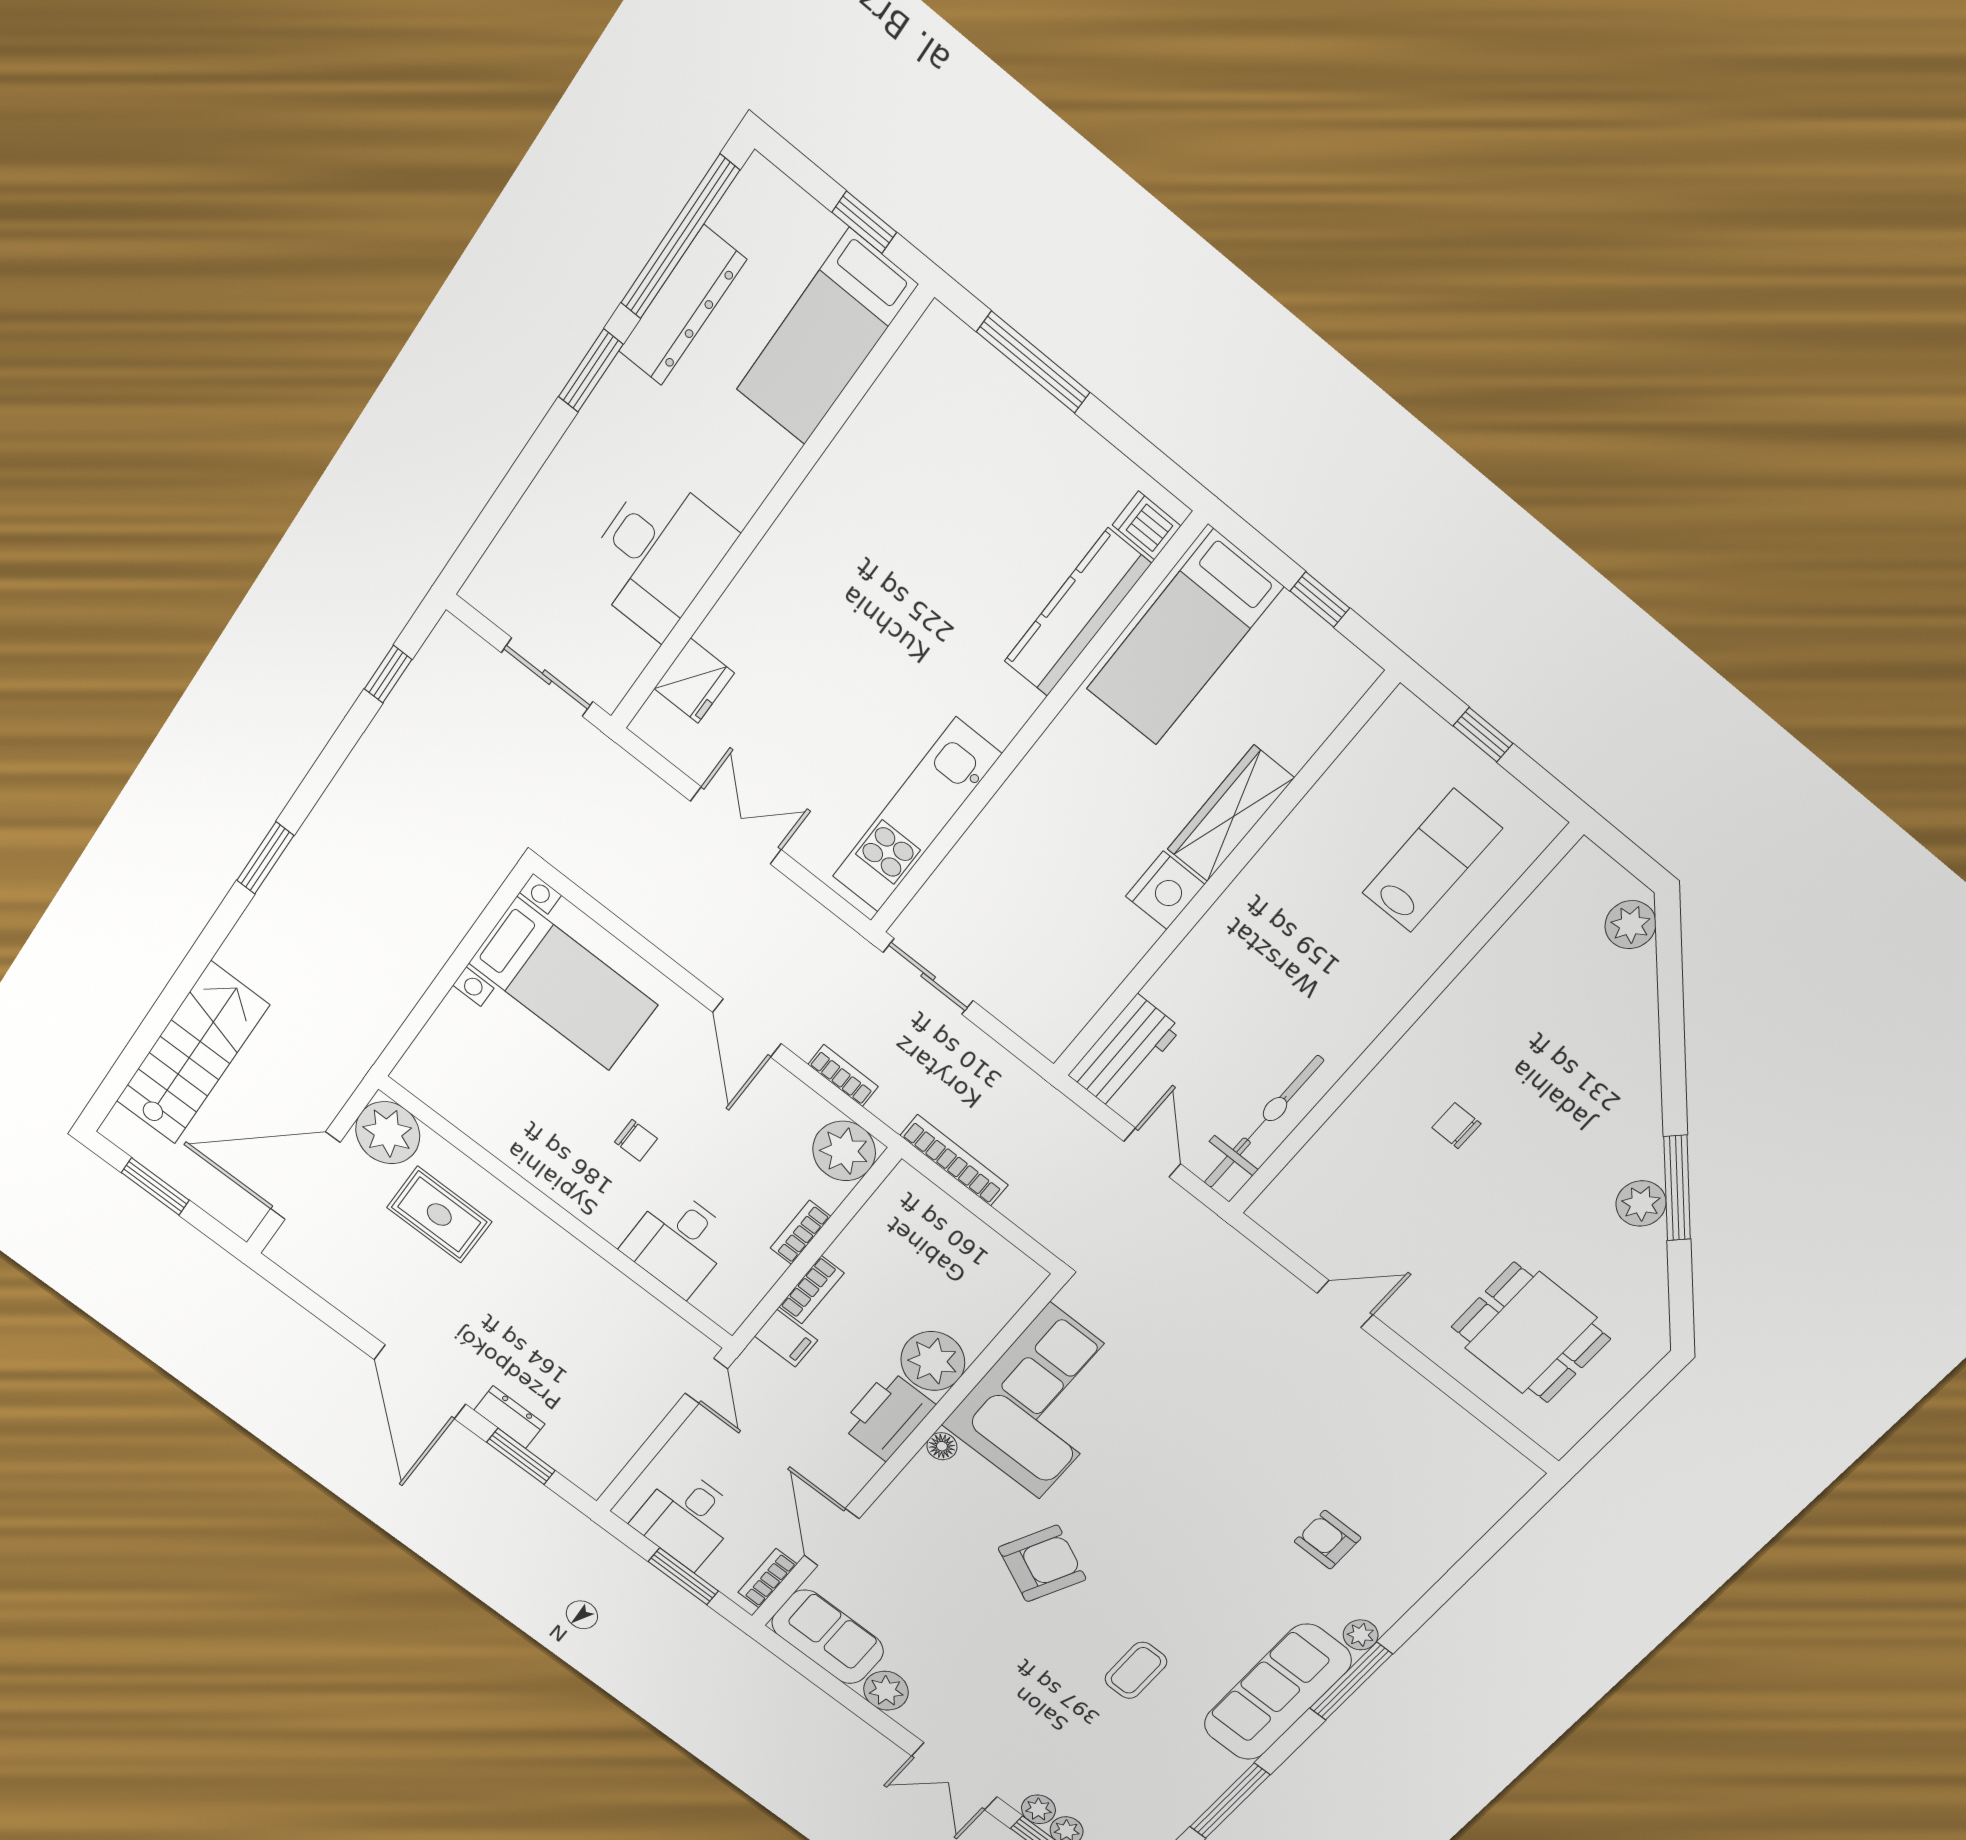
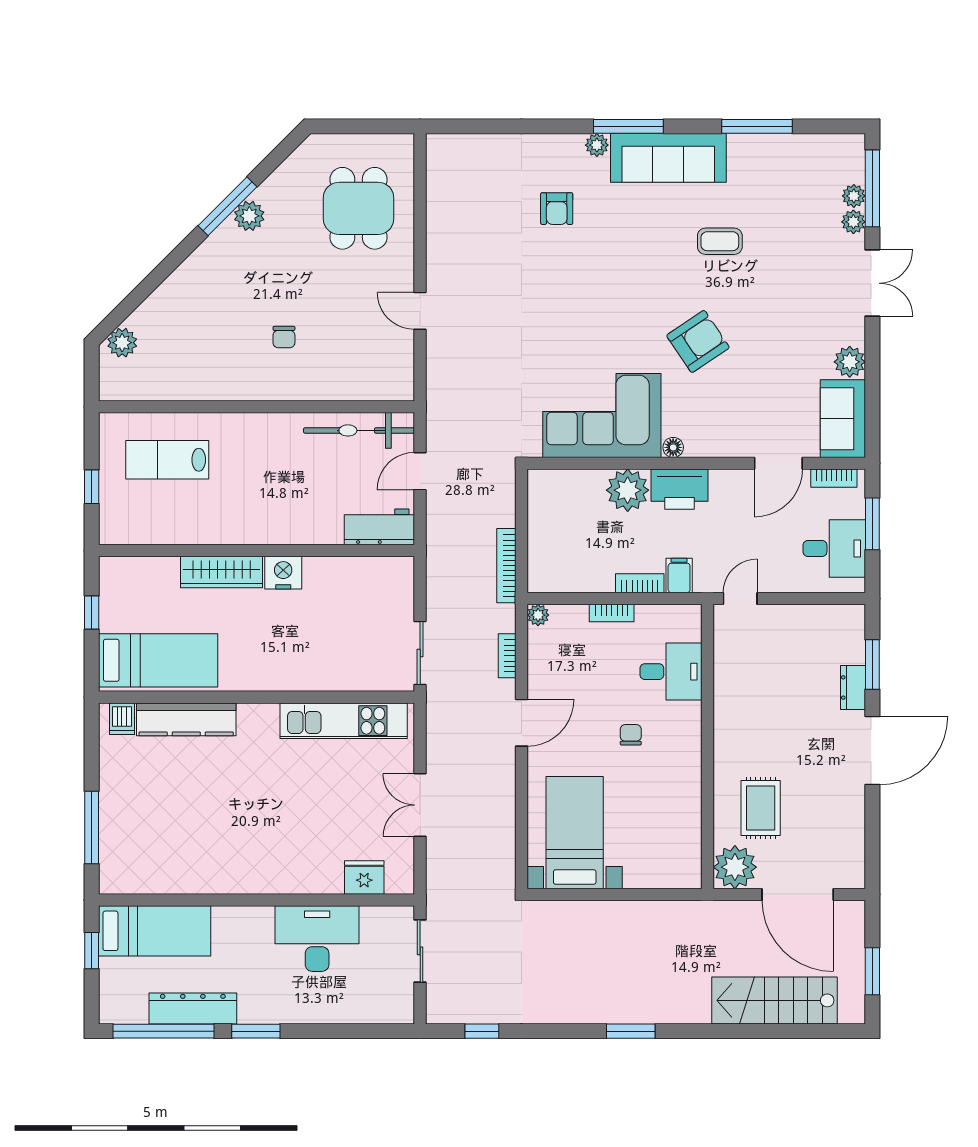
plant: (844, 1151) -> (538, 615), width x0.53, depth x0.53
armchair: (1042, 1563) -> (698, 341), turned 120

